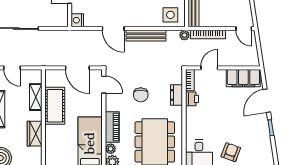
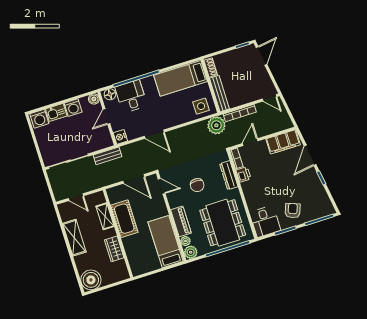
plant: (184, 35) -> (216, 125), width x1.88, depth x1.88
bench: (146, 36) -> (107, 156), moved, width x0.73
dresser: (177, 95) -> (229, 175), width x1.44

